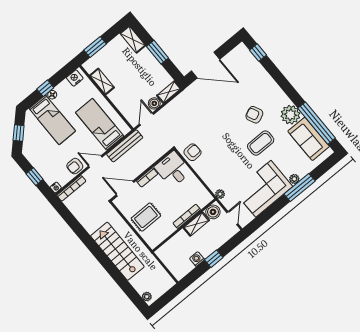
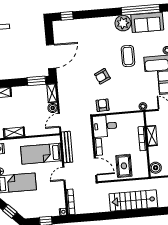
window: (158, 52) -> (36, 81), moved
armchair: (254, 115) -> (102, 76), moved
door: (146, 119) -> (59, 120), hinge flipped
armchair: (75, 166) -> (57, 189), removed
door: (125, 189) -> (95, 167), swing flipped
boiler: (213, 212) -> (156, 168), moved

